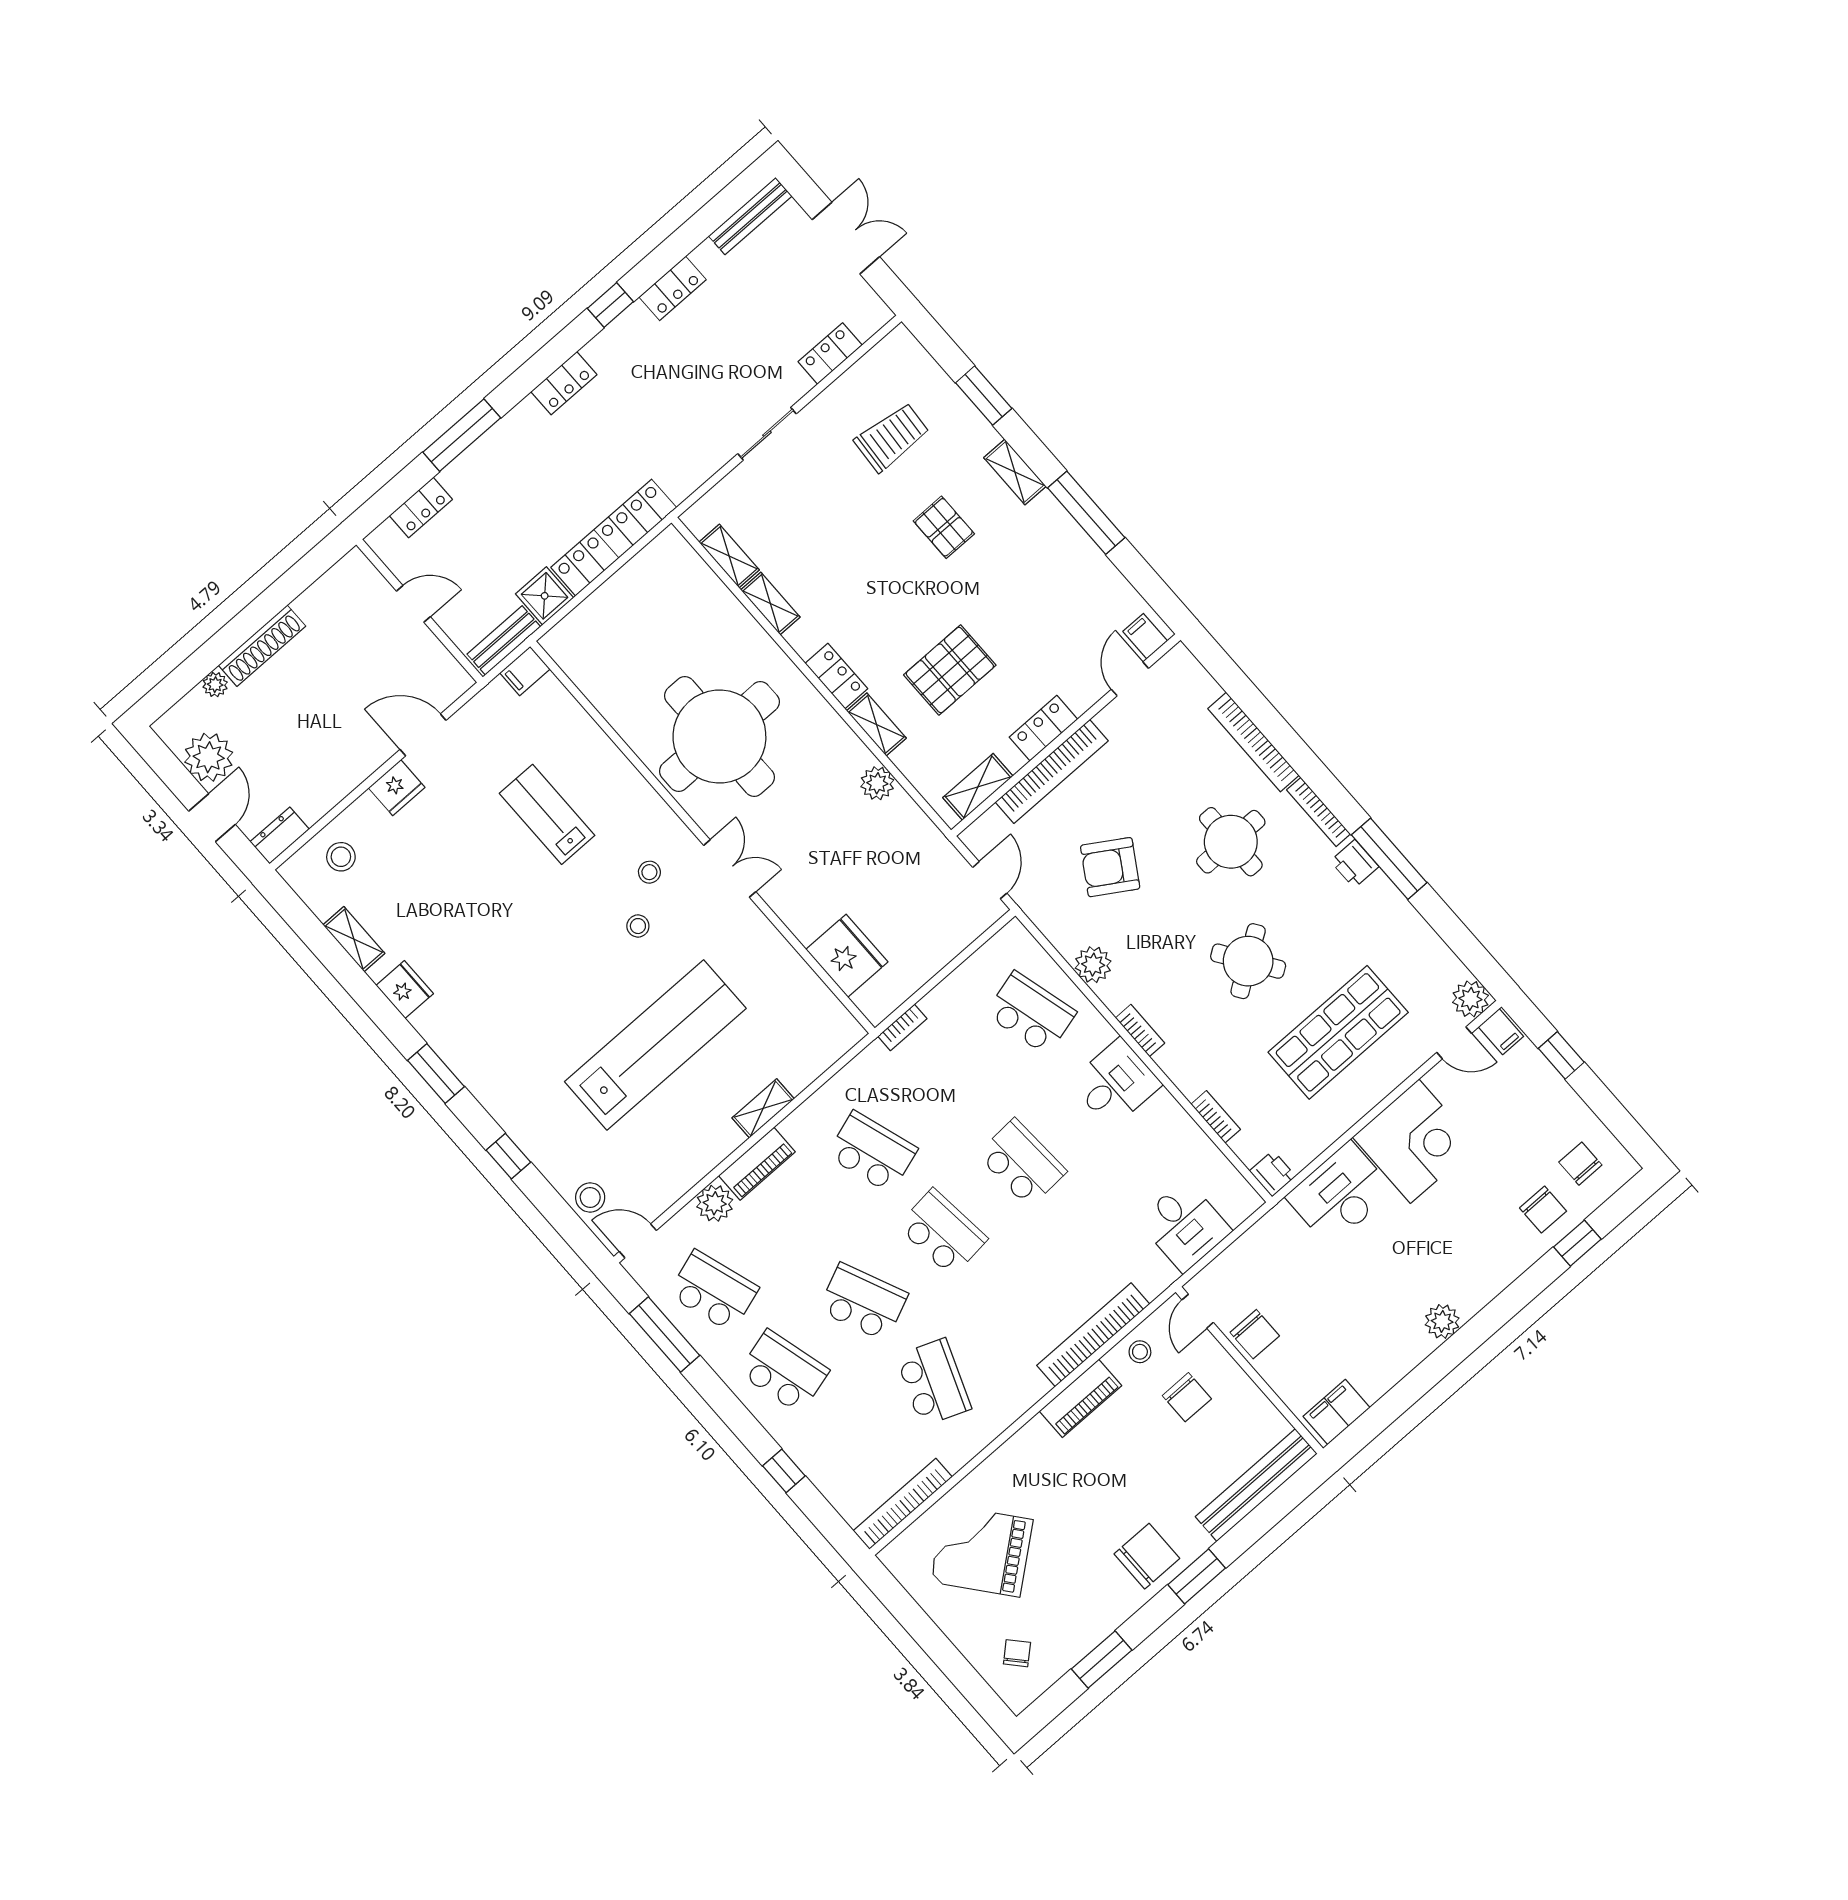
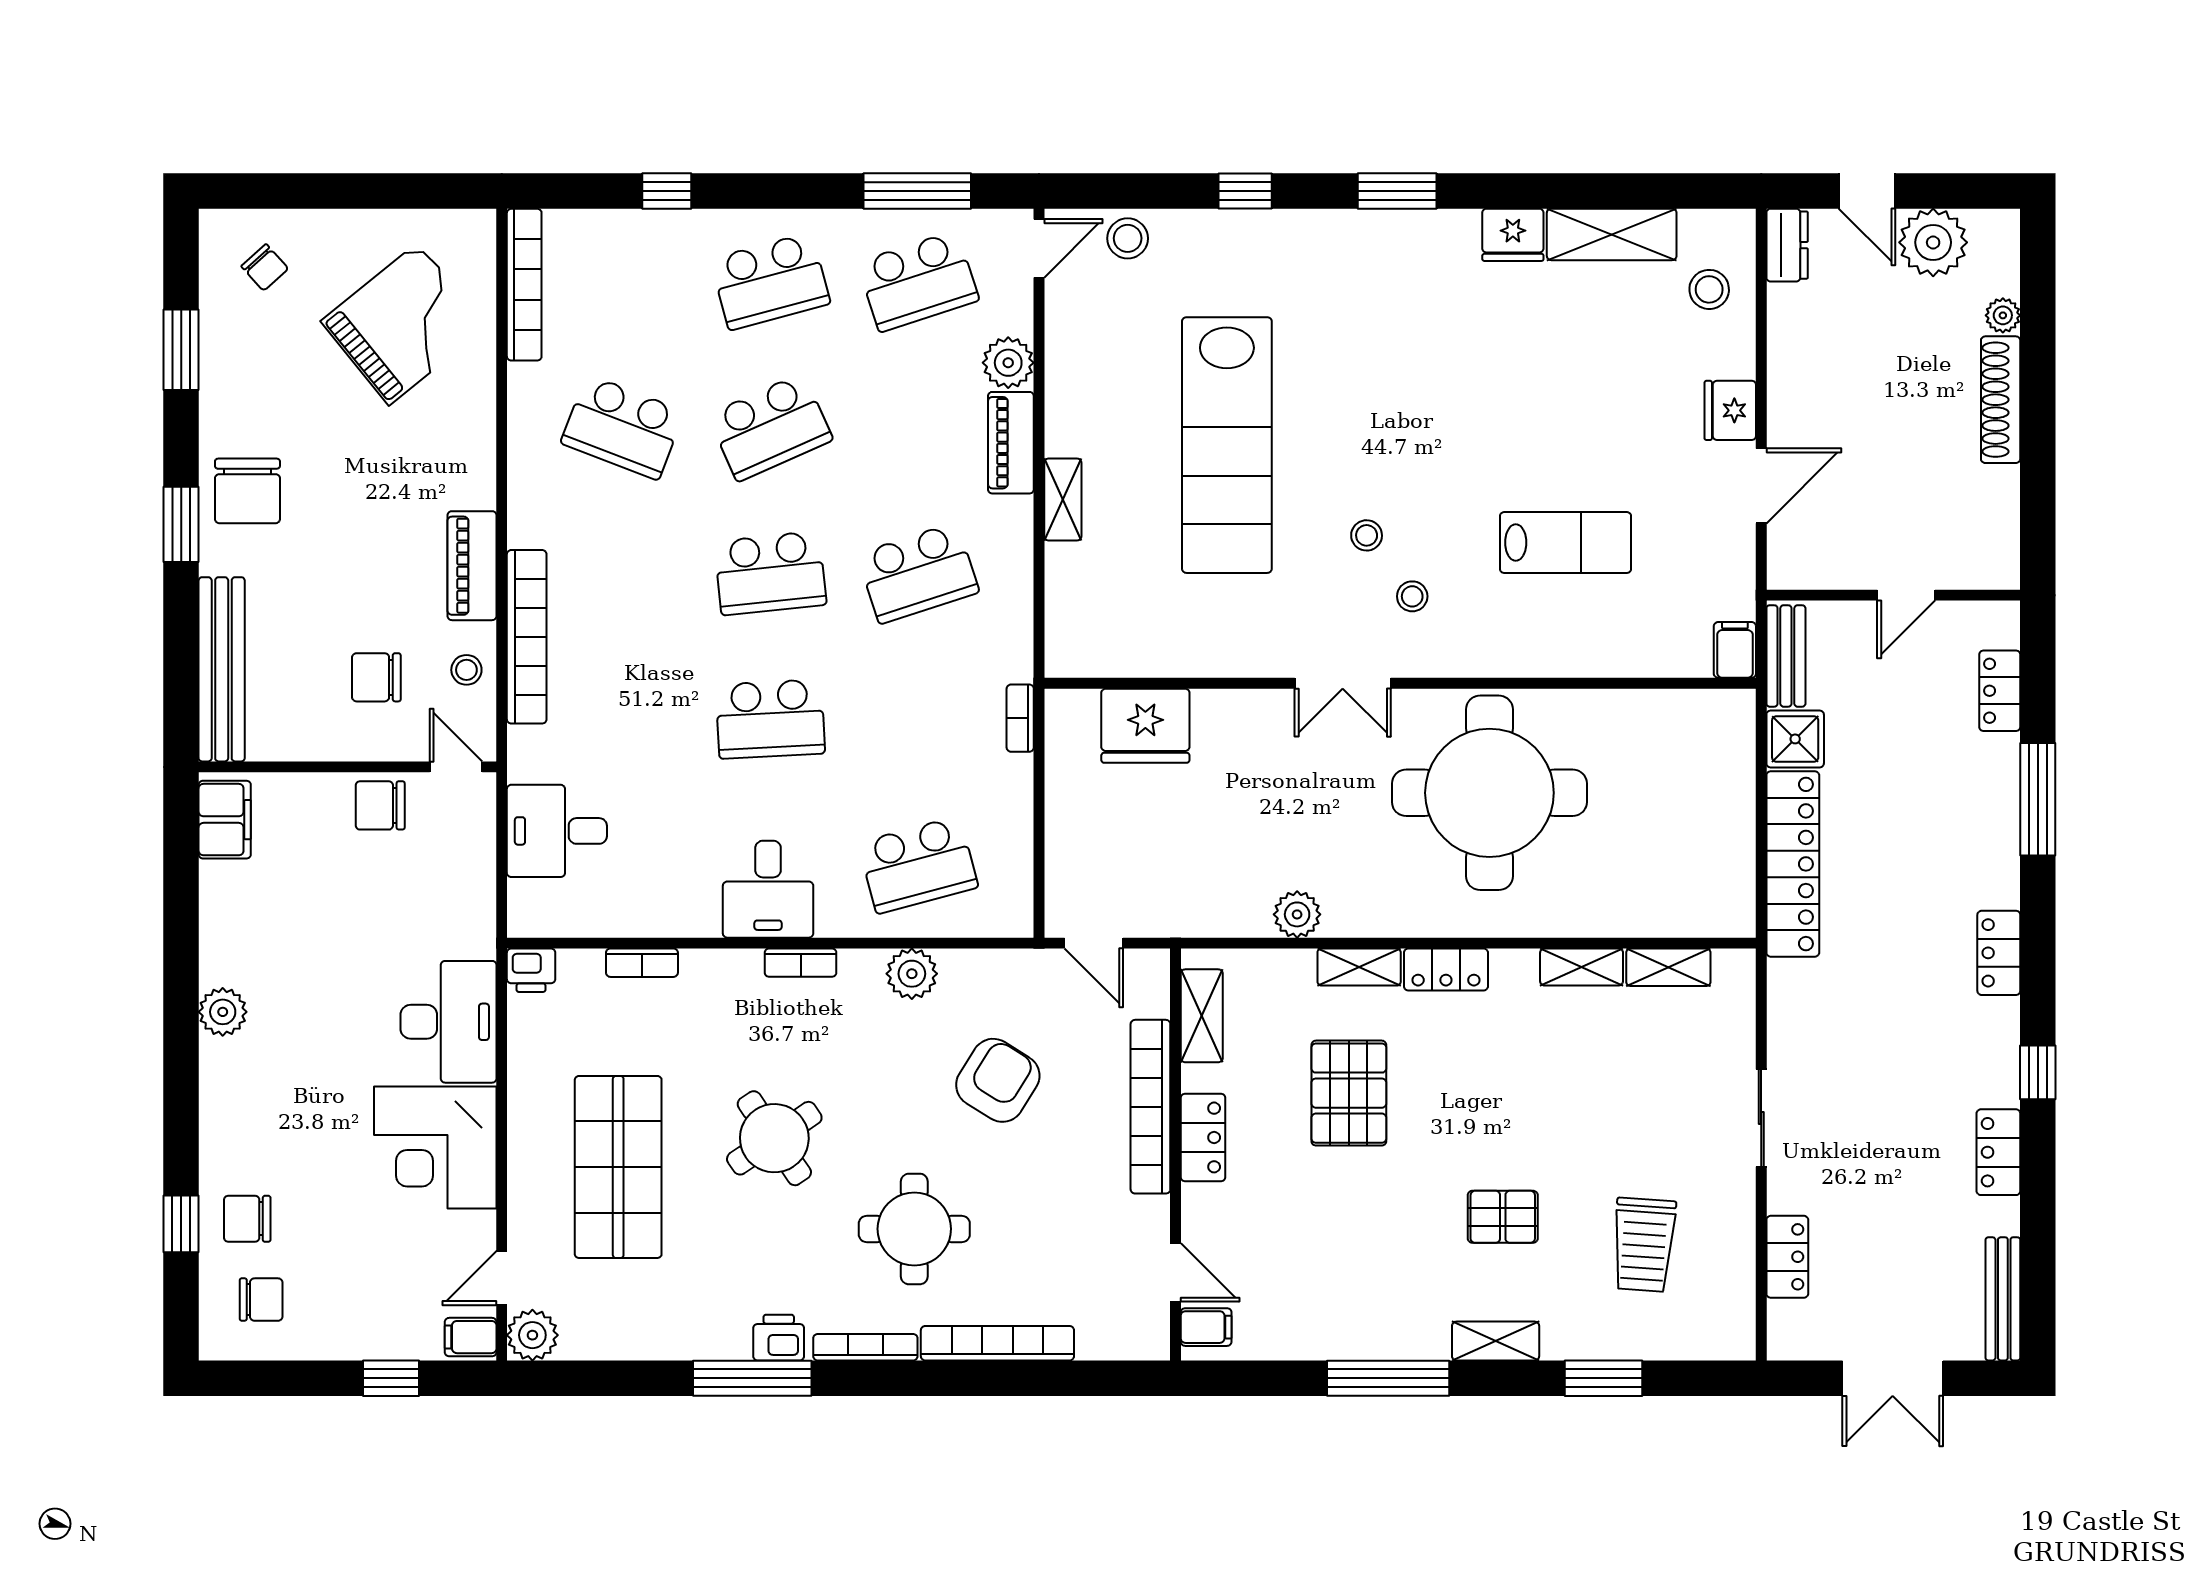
shelving: (354, 939) -> (1612, 234), width x1.50, depth x1.33

